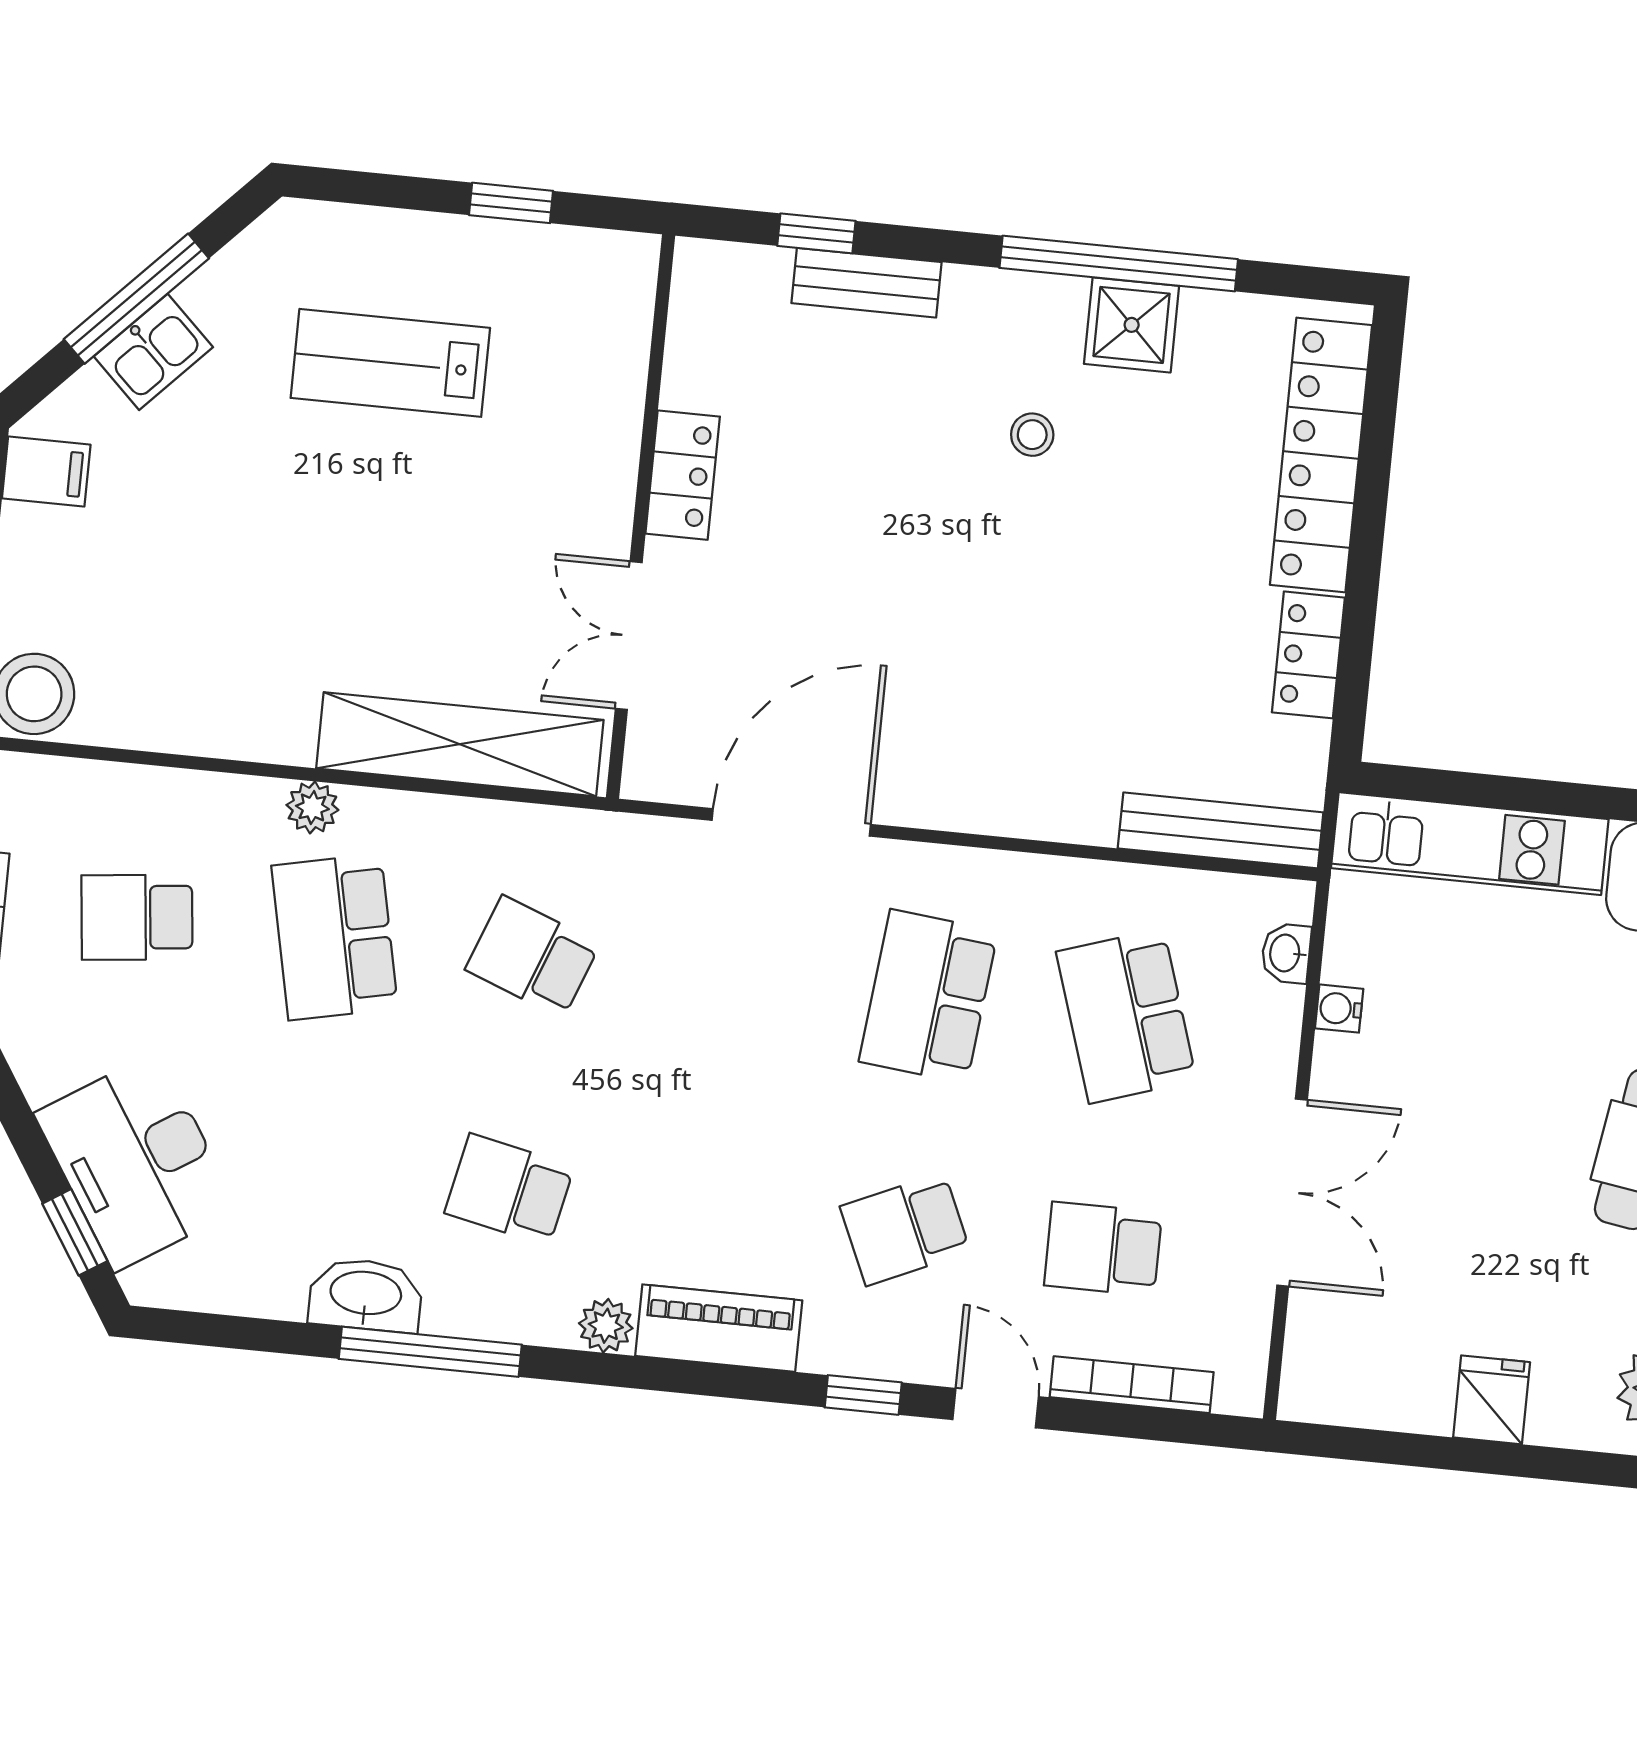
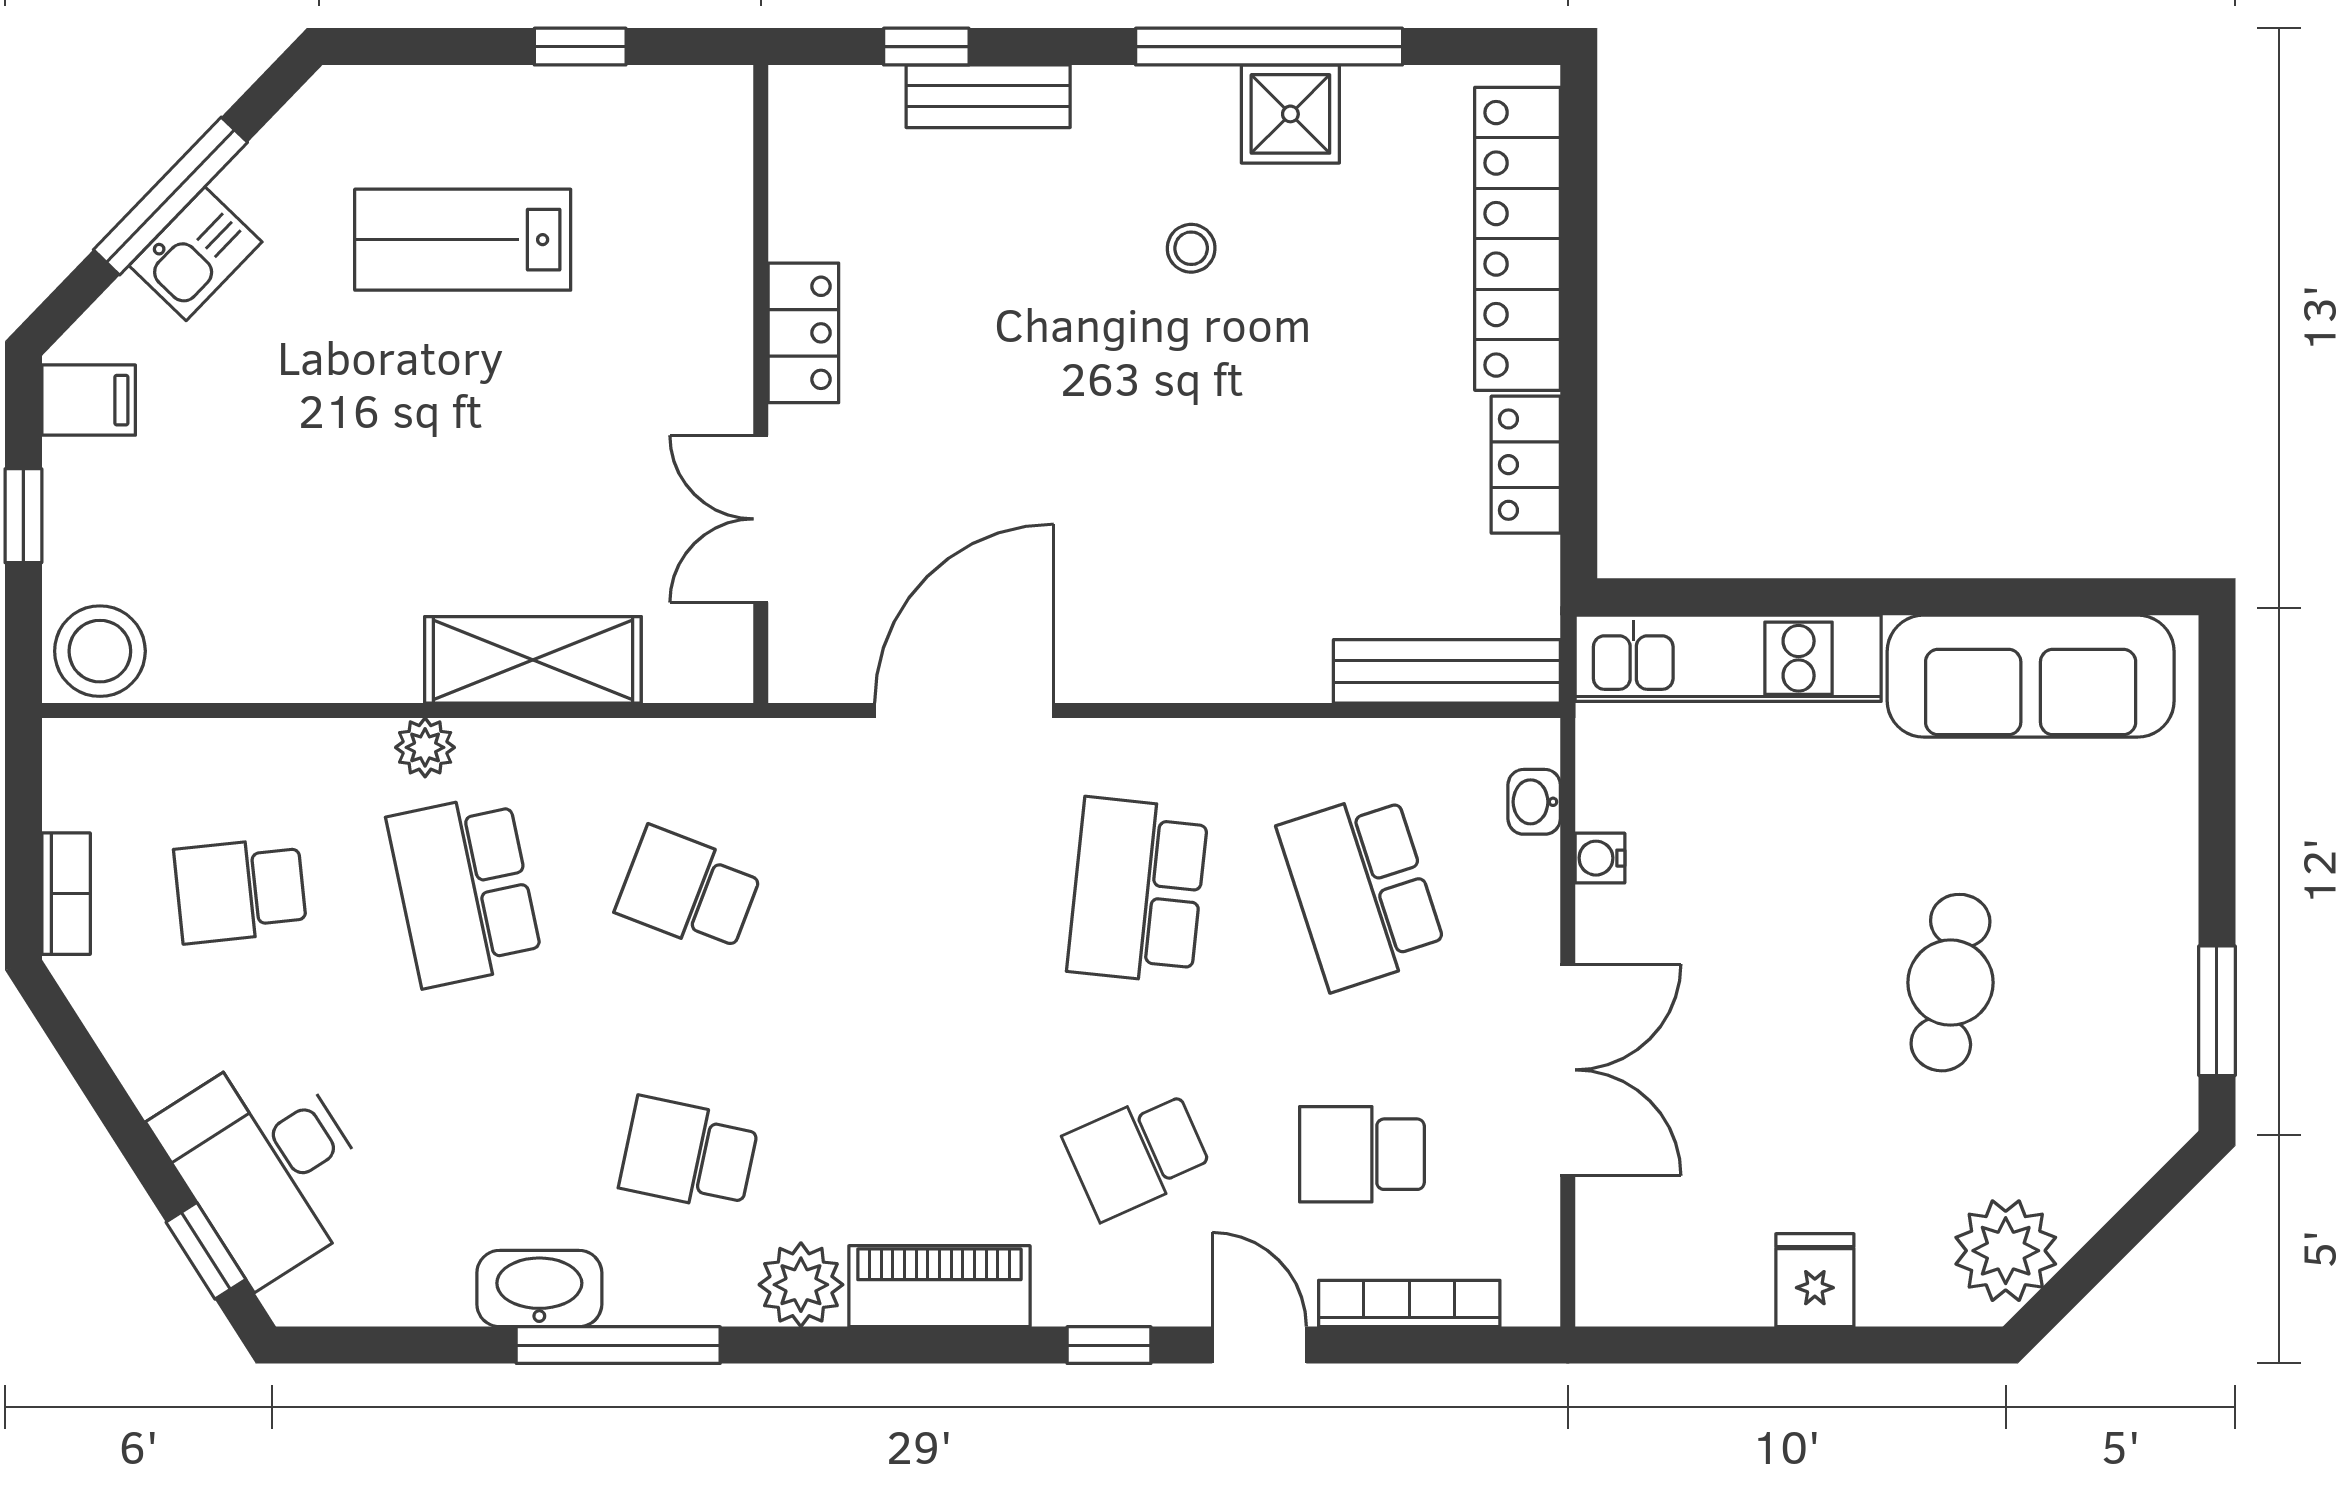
shelving: (460, 744) -> (533, 660), width x0.68
plant: (606, 1326) -> (801, 1285), width x1.38, depth x1.38

